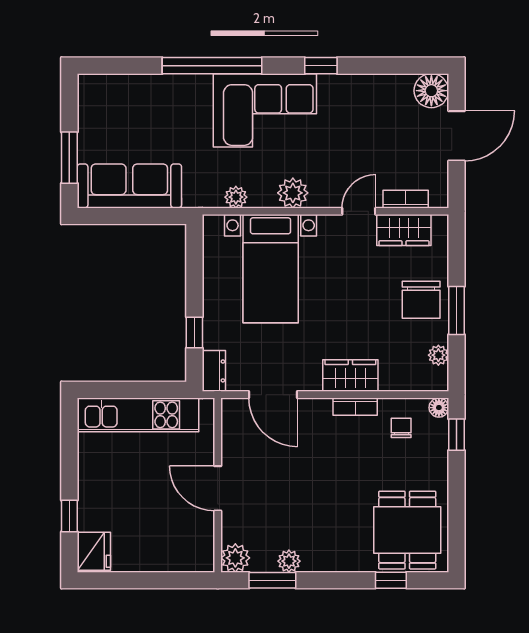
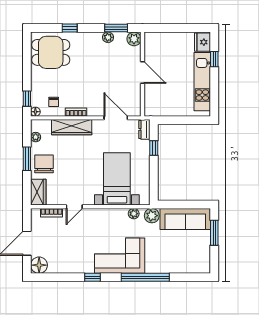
plant: (293, 193) -> (152, 216), moved
wardrobe: (404, 230) -> (38, 192), moved, turned 90
wardrobe: (350, 376) -> (72, 127), width x1.50
kitchen unit: (138, 415) -> (202, 82), moved, turned -90
dining table: (407, 530) -> (51, 52), turned 90
window: (391, 580) -> (70, 28), moved

